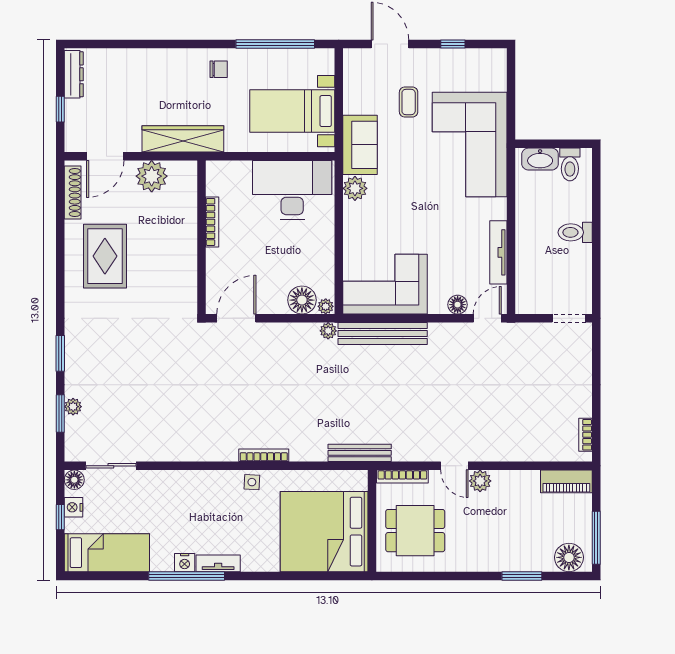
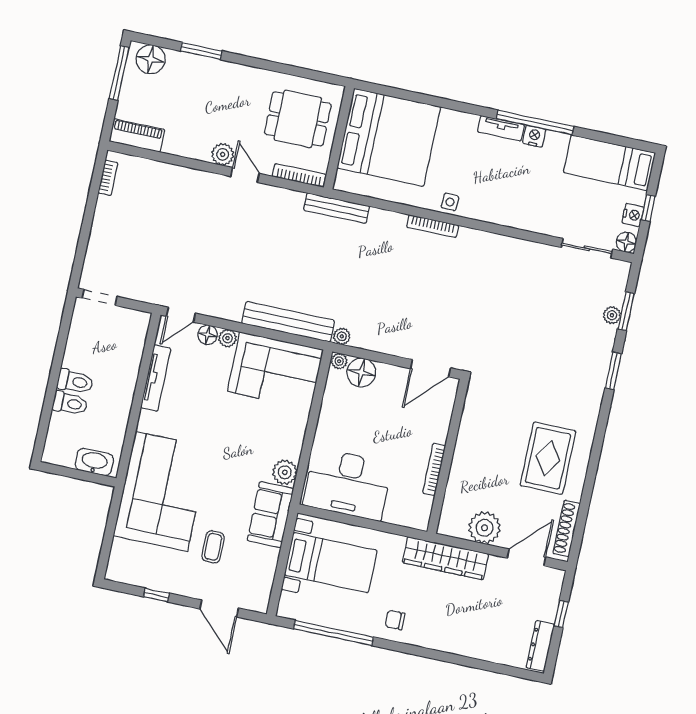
toilet: (570, 164) -> (70, 403), moved, turned 90
plant: (438, 305) -> (228, 338), added

